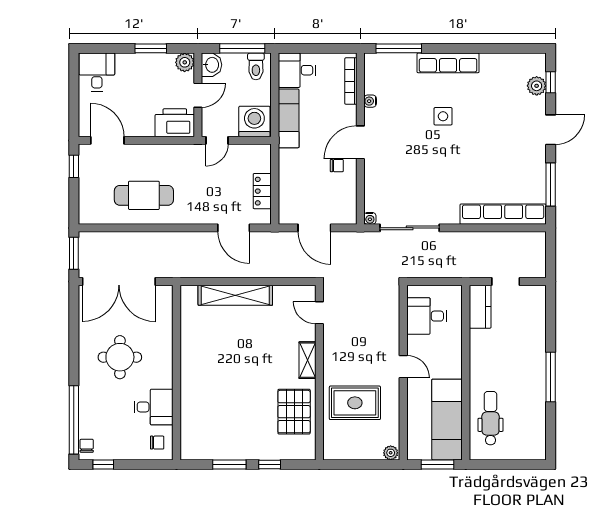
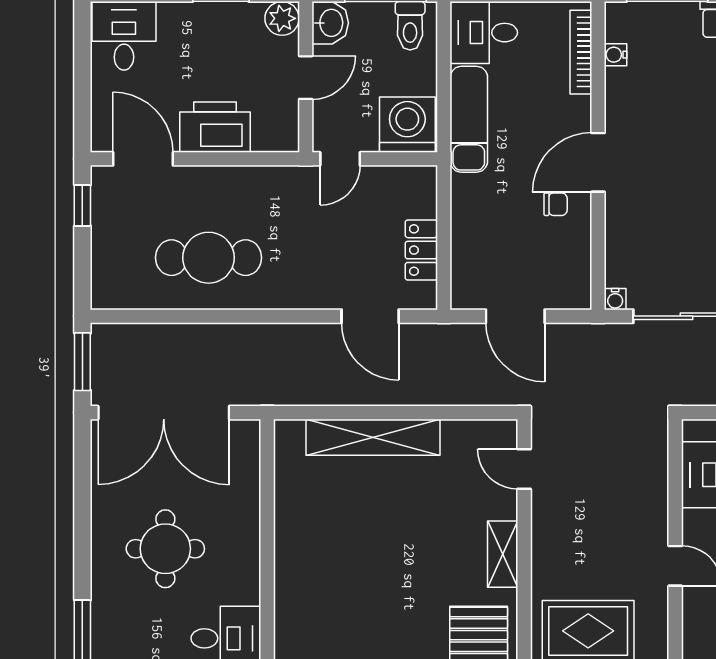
water cooler: (370, 101) -> (616, 55), moved
printer: (175, 123) -> (215, 127), moved

